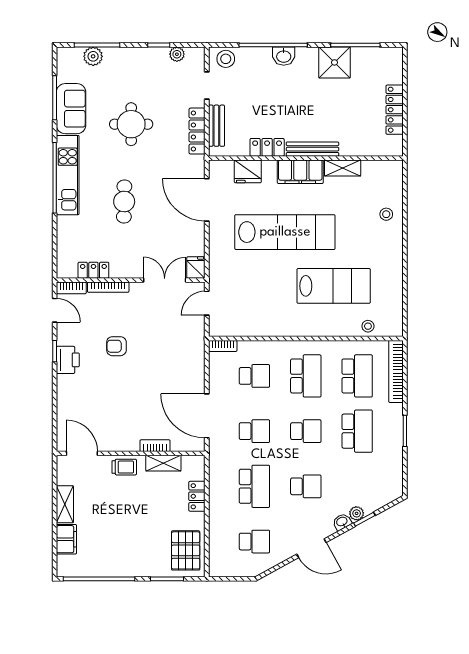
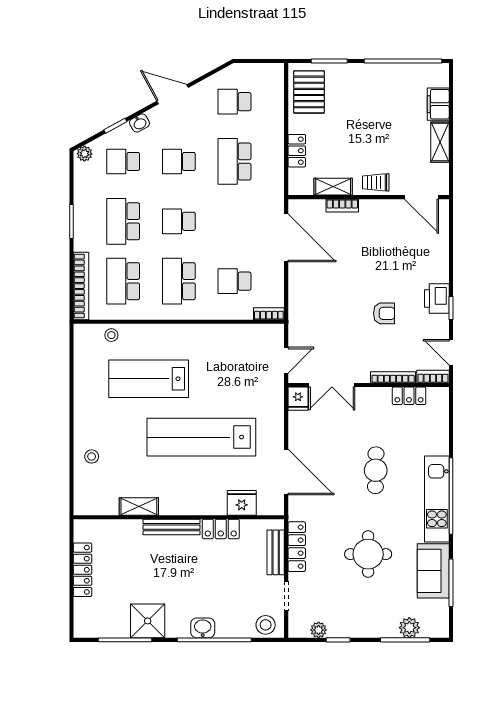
filing cabinet: (300, 172) -> (185, 502), removed
school desk: (254, 431) -> (123, 161), moved
plant: (357, 513) -> (85, 154), moved

